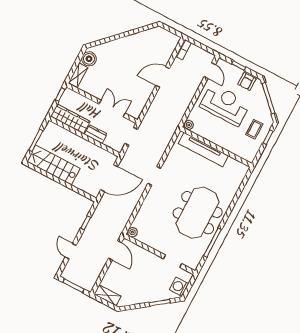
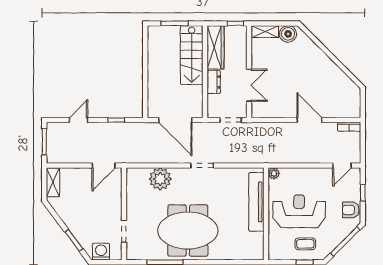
reception desk: (225, 105) -> (299, 211), moved, turned -90
stairs: (53, 165) -> (192, 55), moved, turned 180
plant: (132, 232) -> (160, 179), moved, width x1.88, depth x1.88

